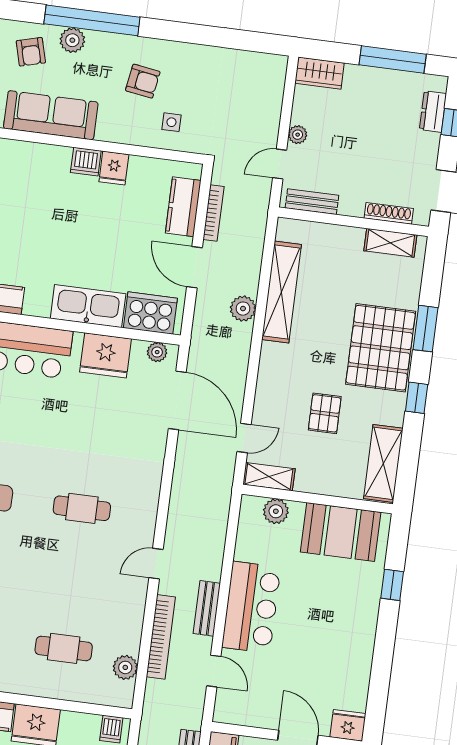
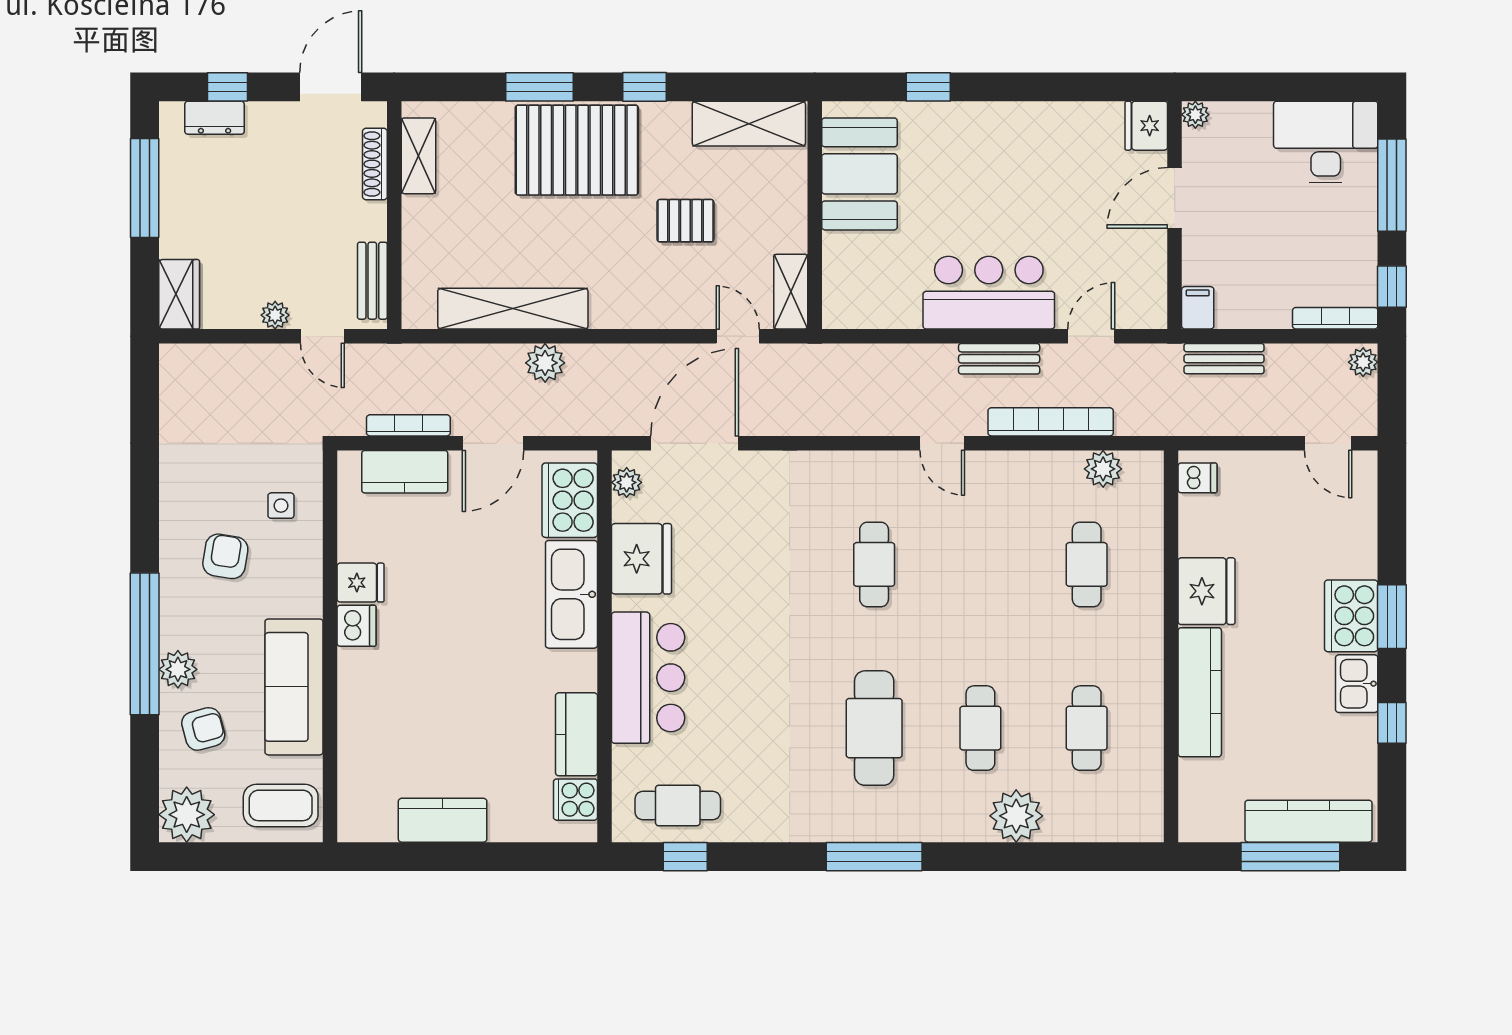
plant: (276, 511) -> (841, 275), removed

